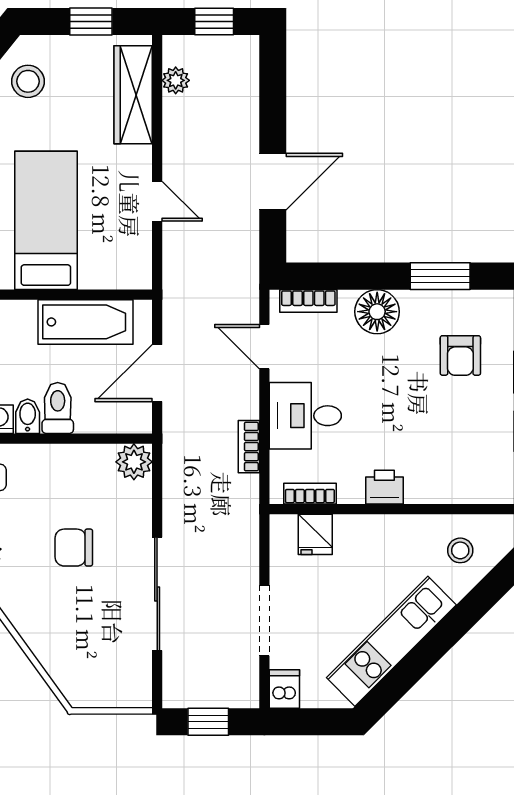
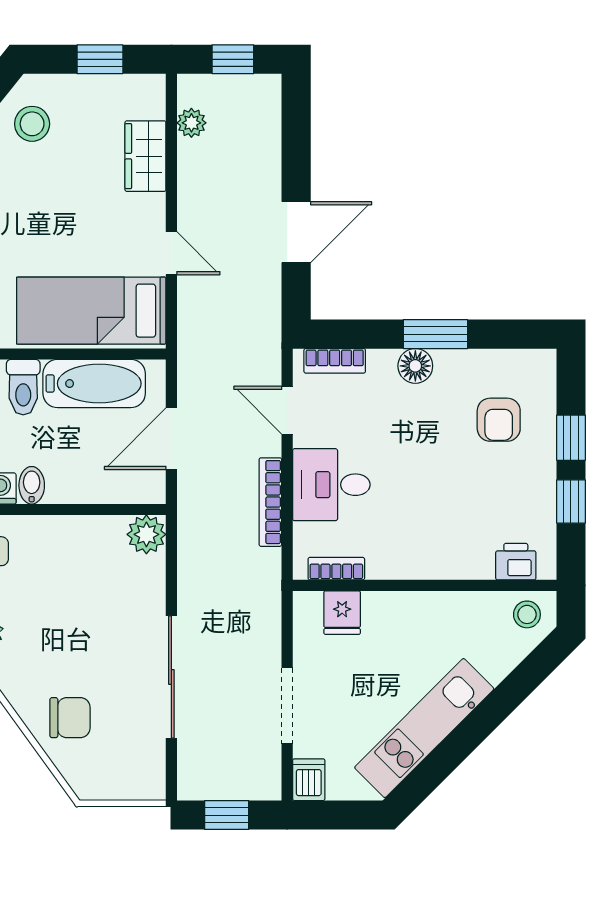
wardrobe: (133, 95) -> (145, 156), width x0.67
bed: (46, 220) -> (91, 311), moved, turned -90
window: (440, 276) -> (435, 334), moved
floor lamp: (377, 312) -> (415, 366), width x0.73, depth x0.73
toilet: (58, 408) -> (23, 387), moved, turned 180
bookcase: (249, 447) -> (270, 502), width x1.56
printer: (384, 487) -> (516, 562), moved
chair: (74, 548) -> (70, 718), moved, turned 180
stool: (460, 550) -> (527, 614), moved

